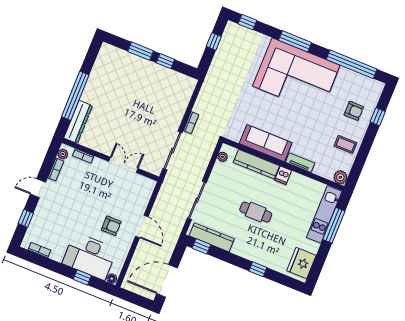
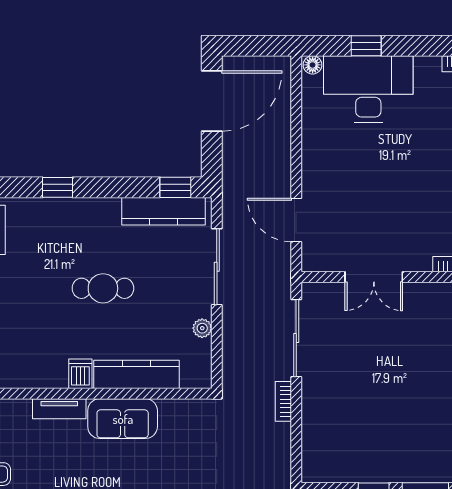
sofa: (266, 143) -> (123, 419), width x0.73
plant: (223, 157) -> (202, 328), moved
armchair: (111, 226) -> (352, 159), removed
door: (142, 226) -> (296, 220), moved

